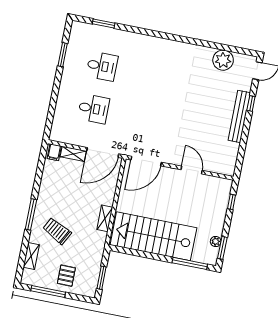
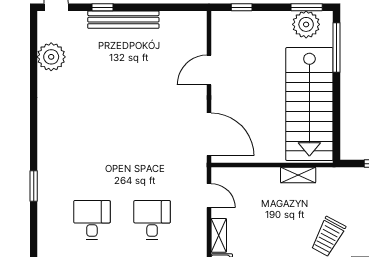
window: (104, 24) -> (34, 186), moved
door: (103, 152) -> (209, 196), width x0.53
plant: (216, 241) -> (306, 24), width x1.87, depth x1.87

